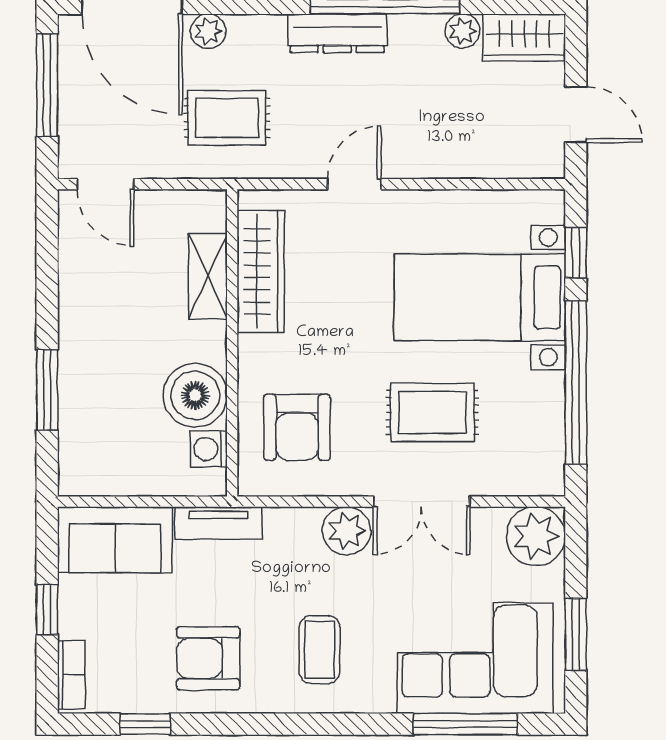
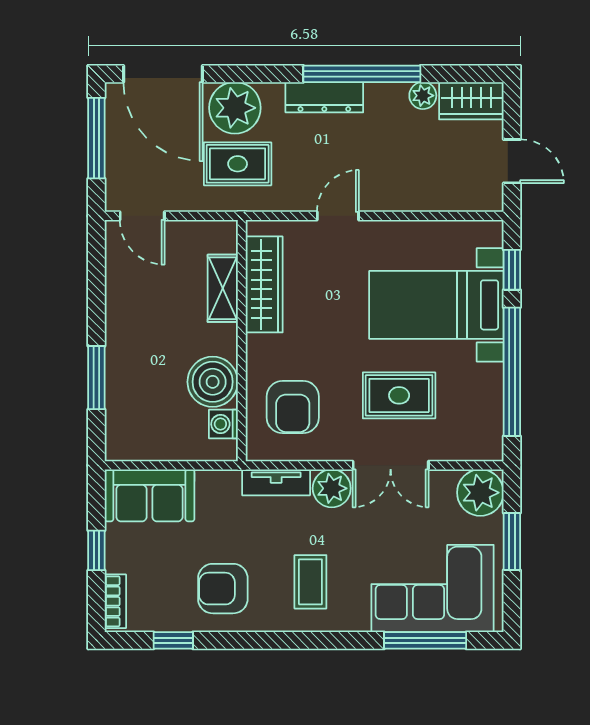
plant: (208, 31) -> (235, 108), width x1.88, depth x1.88
tv unit: (219, 523) -> (276, 482), moved
window: (576, 634) -> (512, 541), moved

